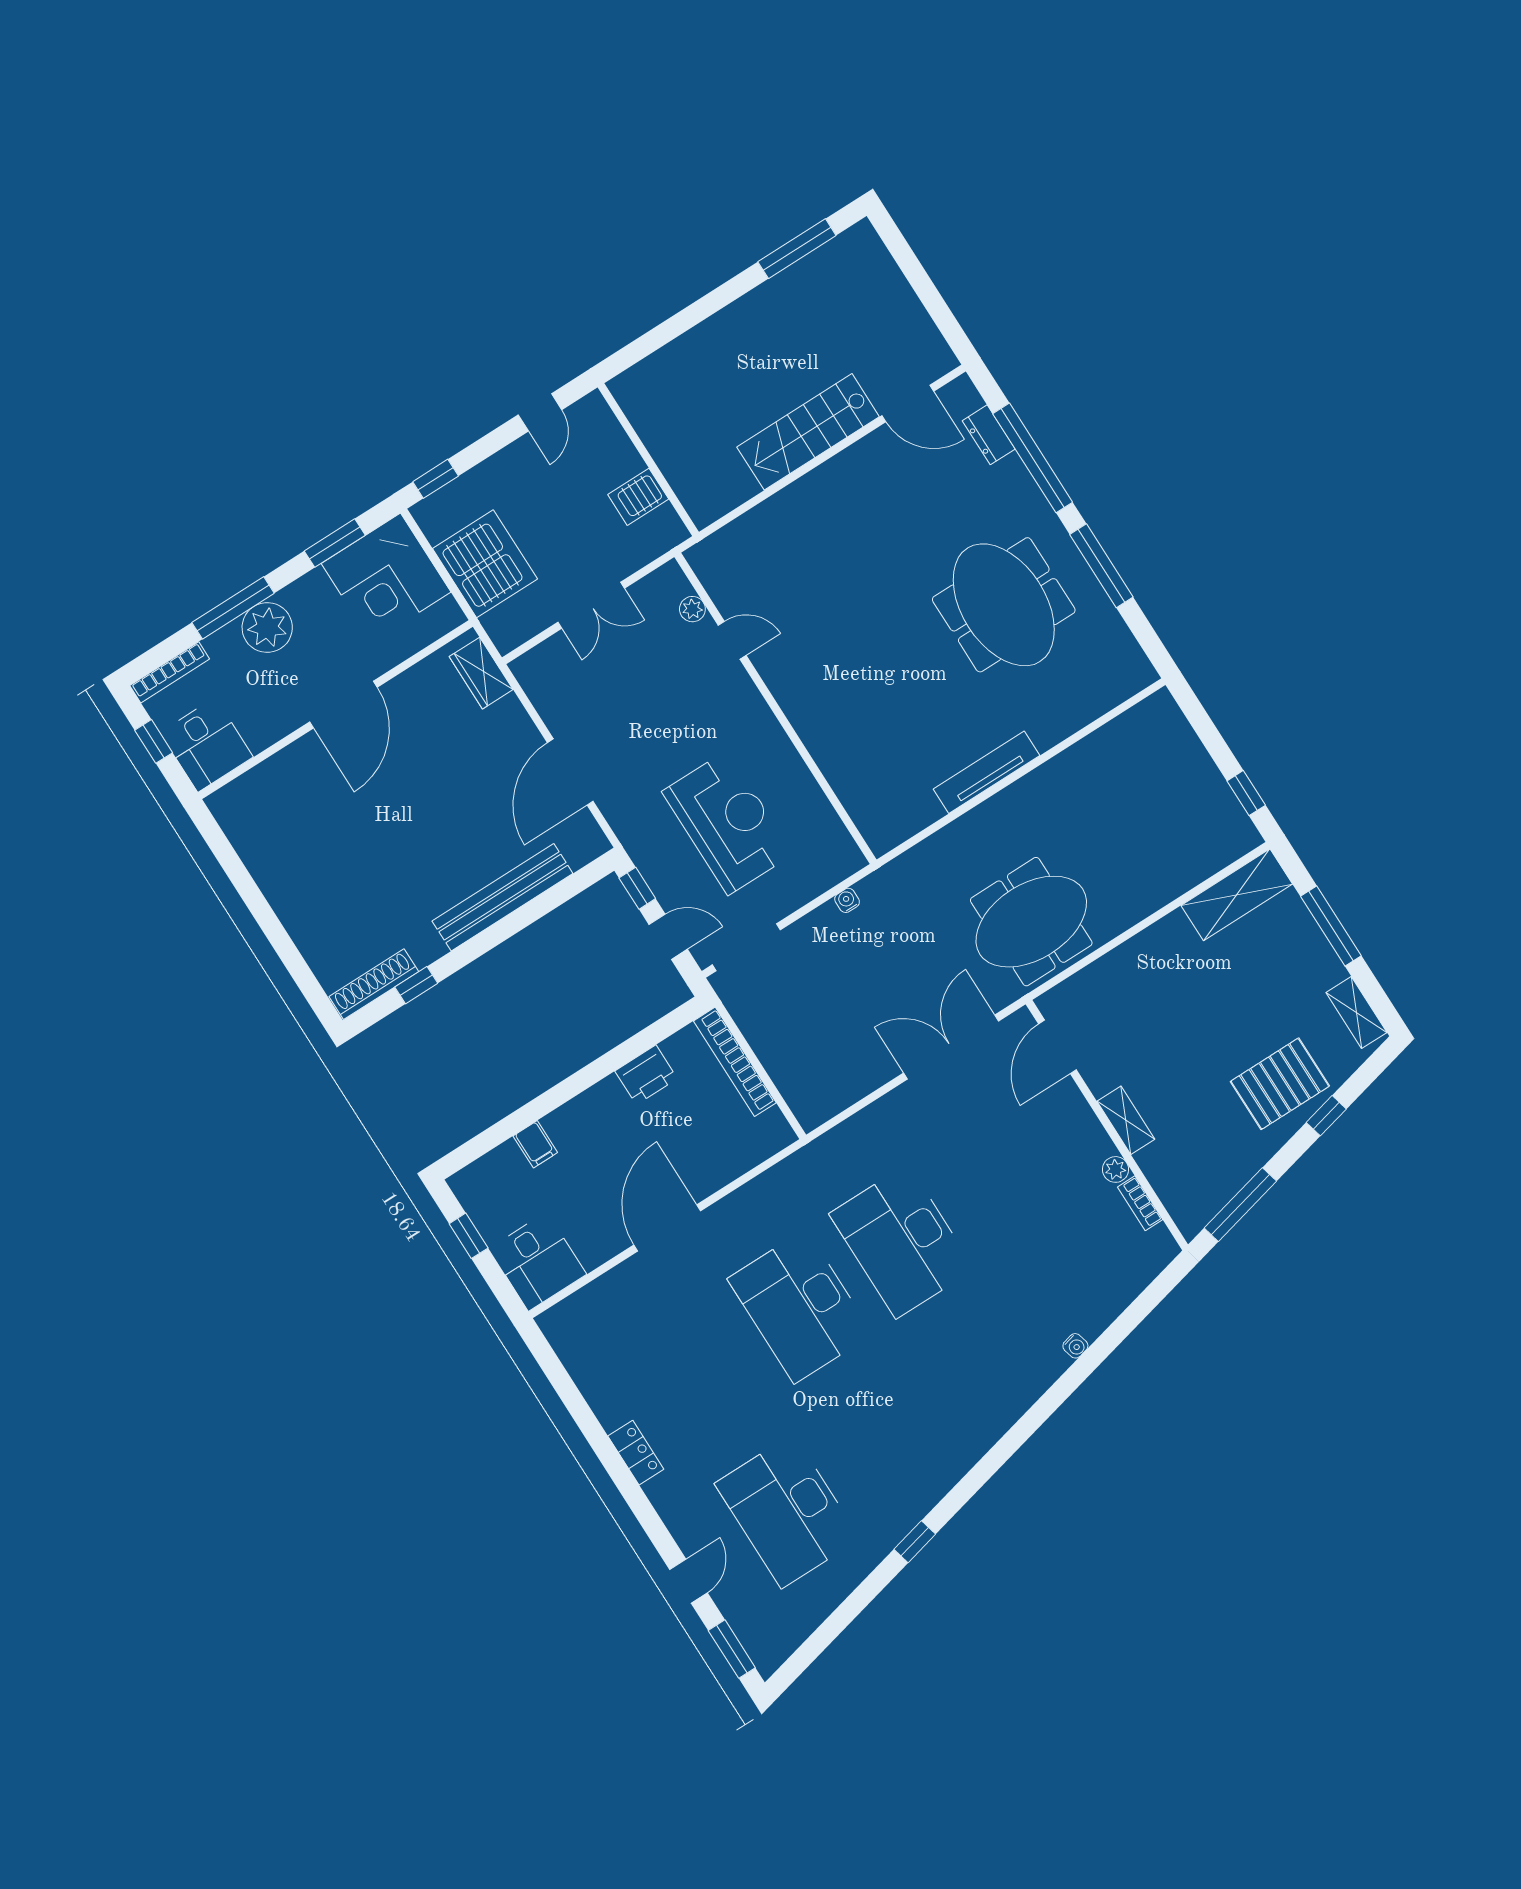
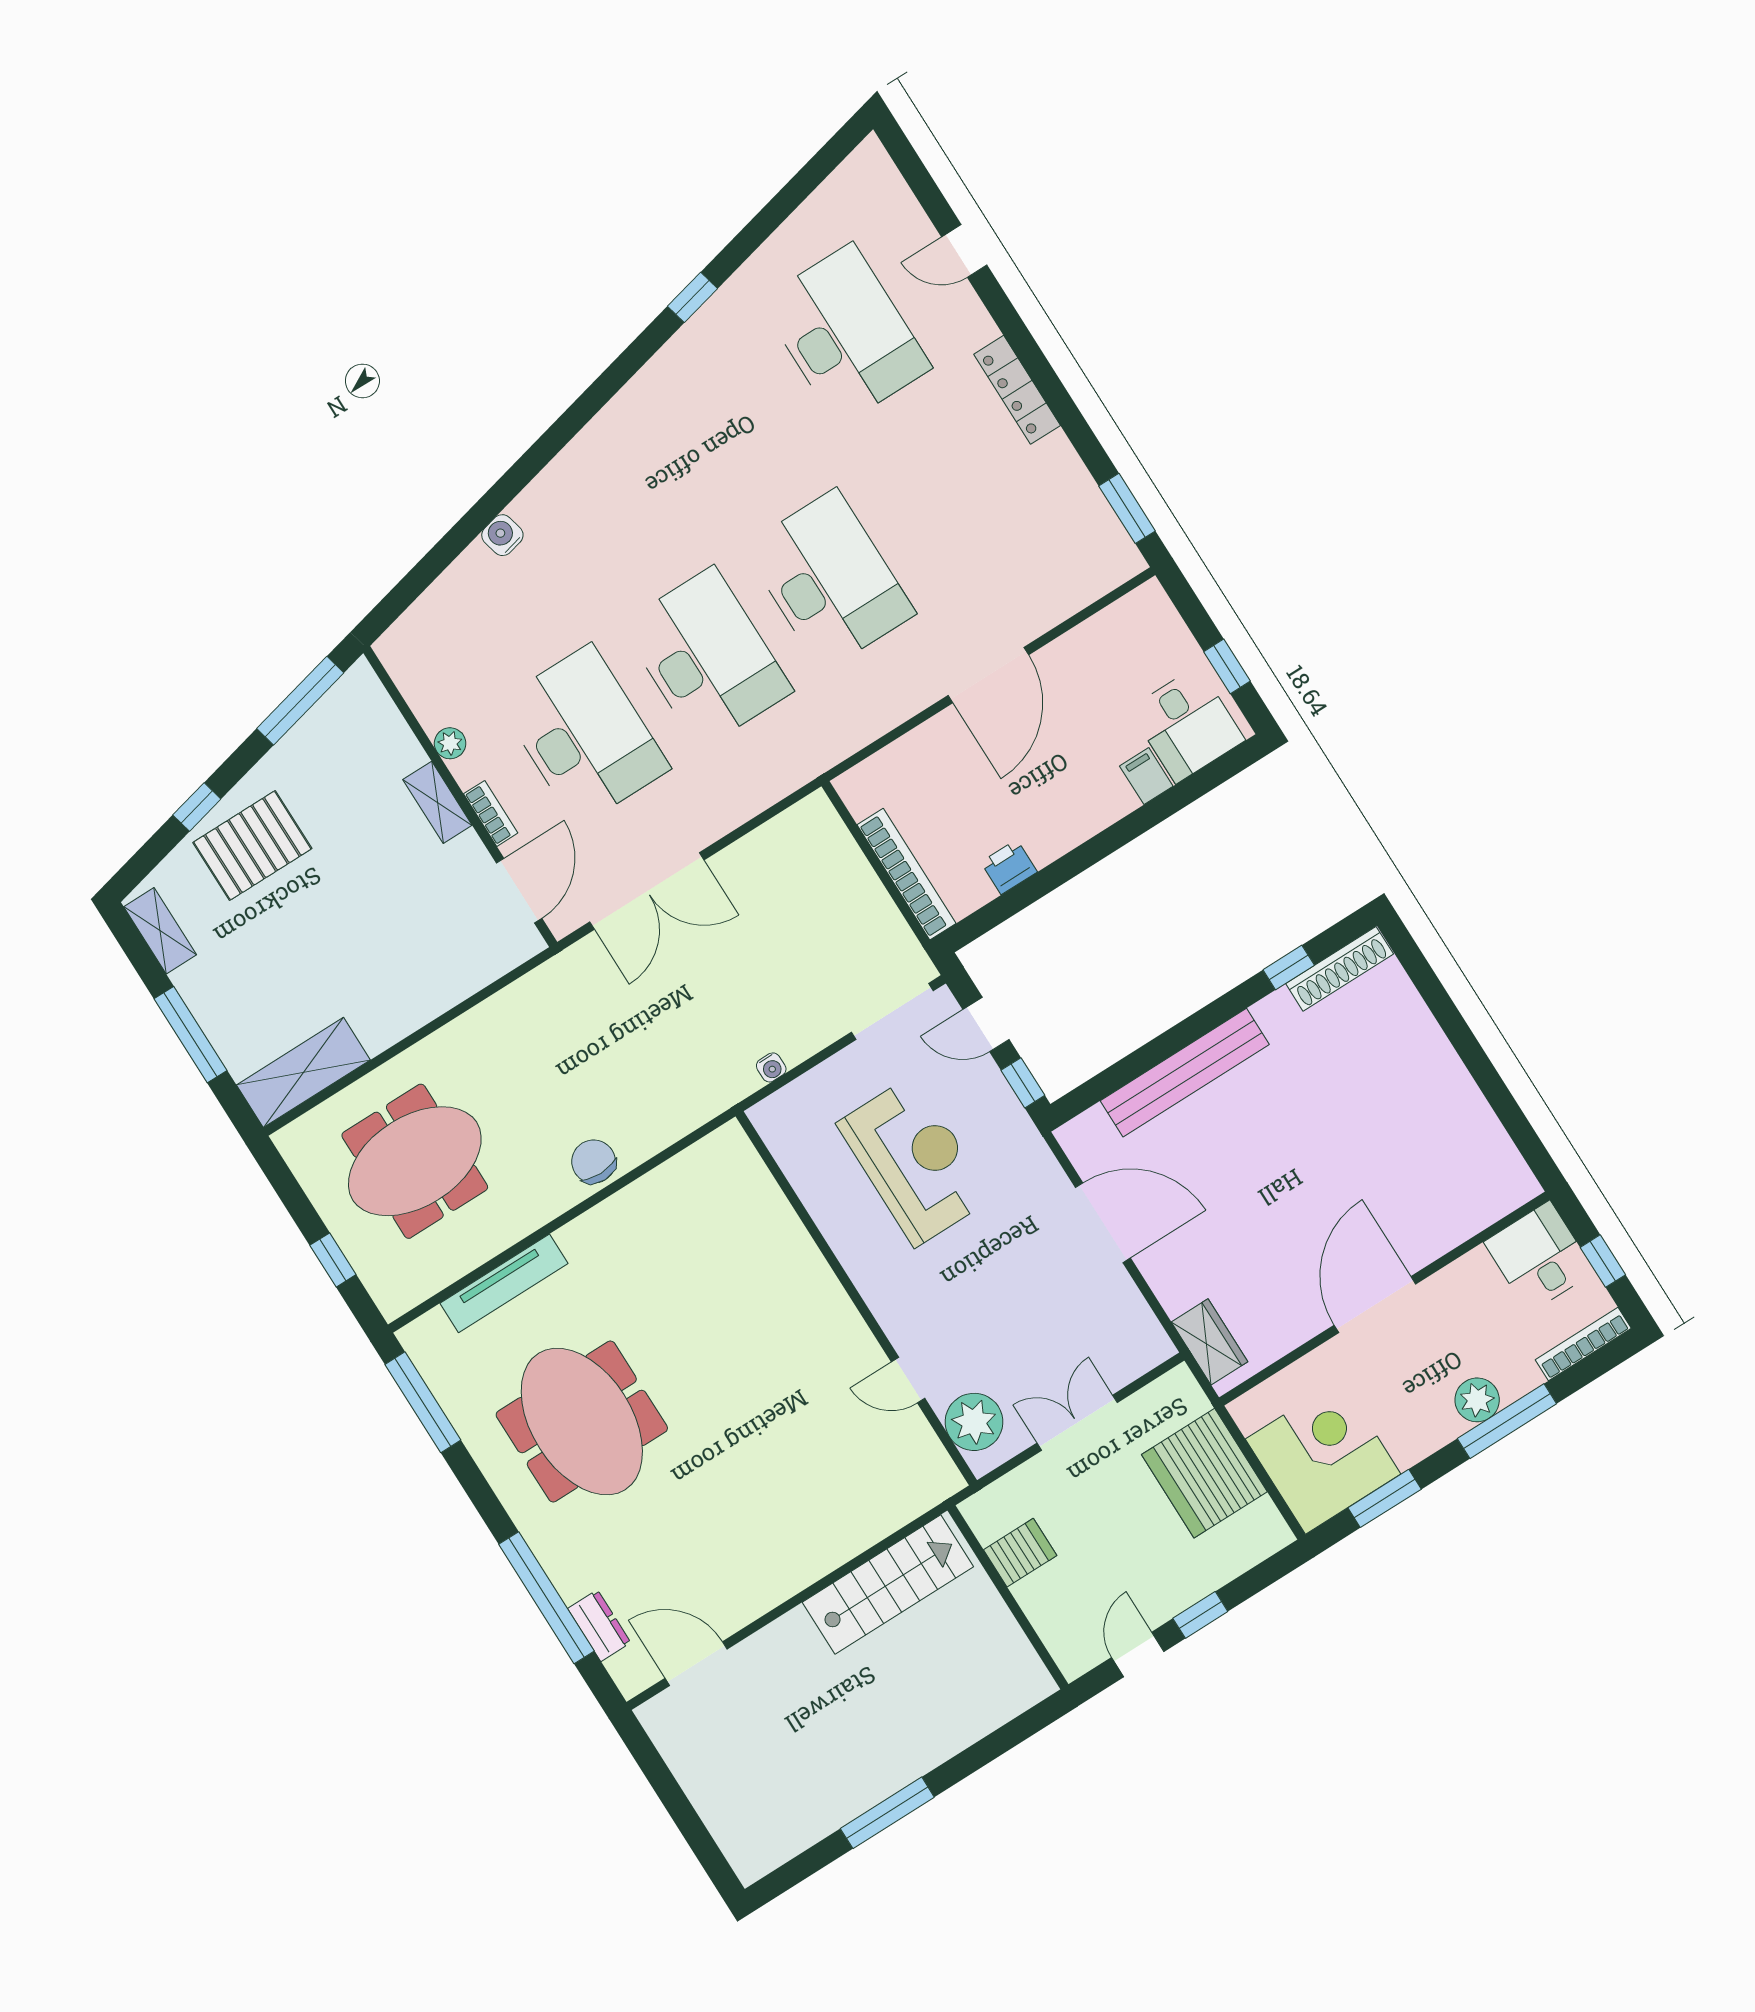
window: (797, 249) -> (887, 1813), moved
stairs: (808, 432) -> (888, 1584), moved
window: (436, 479) -> (1200, 1615), moved
window: (1101, 566) -> (423, 1402), moved
plant: (692, 609) -> (974, 1422), width x1.88, depth x1.88
plant: (267, 627) -> (1477, 1400), width x0.73, depth x0.73
door: (570, 772) -> (1103, 1223), hinge flipped
tv unit: (986, 772) -> (504, 1283), moved
window: (1246, 793) -> (333, 1260), moved
chair: (995, 821) -> (594, 1162), added
reception desk: (728, 823) -> (914, 1161), turned 180
meeting table: (1031, 922) -> (415, 1161), moved
printer: (646, 1075) -> (1009, 867), width x0.73, depth x0.81
desk: (1004, 1177) -> (584, 735), added
bookcase: (1140, 1203) -> (491, 813), moved
desk: (538, 1262) -> (1187, 725), moved, turned 180
water cooler: (1075, 1346) -> (502, 535), width x1.38, depth x1.38
locker: (636, 1453) -> (1017, 390), width x1.53
door: (689, 1581) -> (964, 251), hinge flipped
window: (732, 1649) -> (1127, 508), moved

